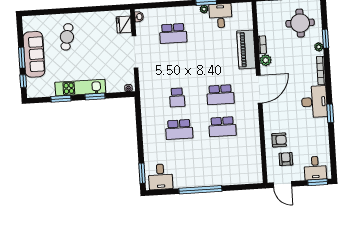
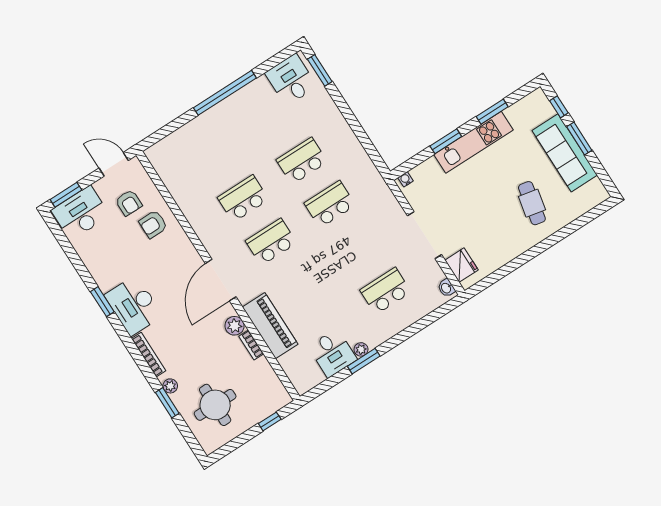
school desk: (177, 97) -> (330, 204), width x1.85
desk: (315, 168) -> (80, 213), width x1.37

